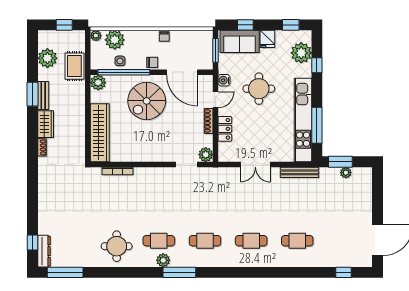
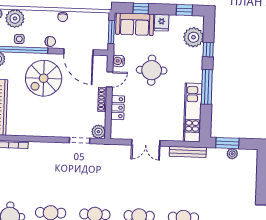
kitchen unit: (303, 120) -> (193, 112), width x0.73
window: (317, 125) -> (207, 87), moved

